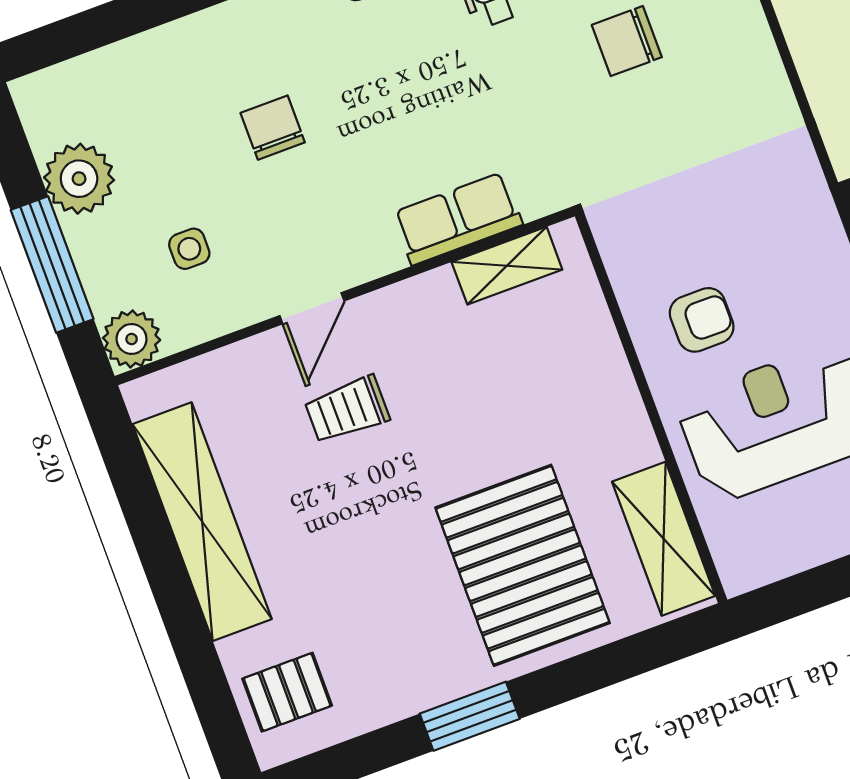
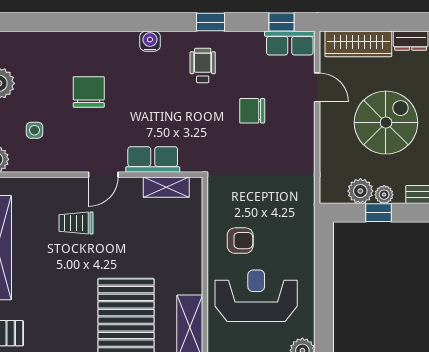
chair: (273, 128) -> (89, 92), width x1.37, depth x1.37
door: (312, 308) -> (103, 175), moved

